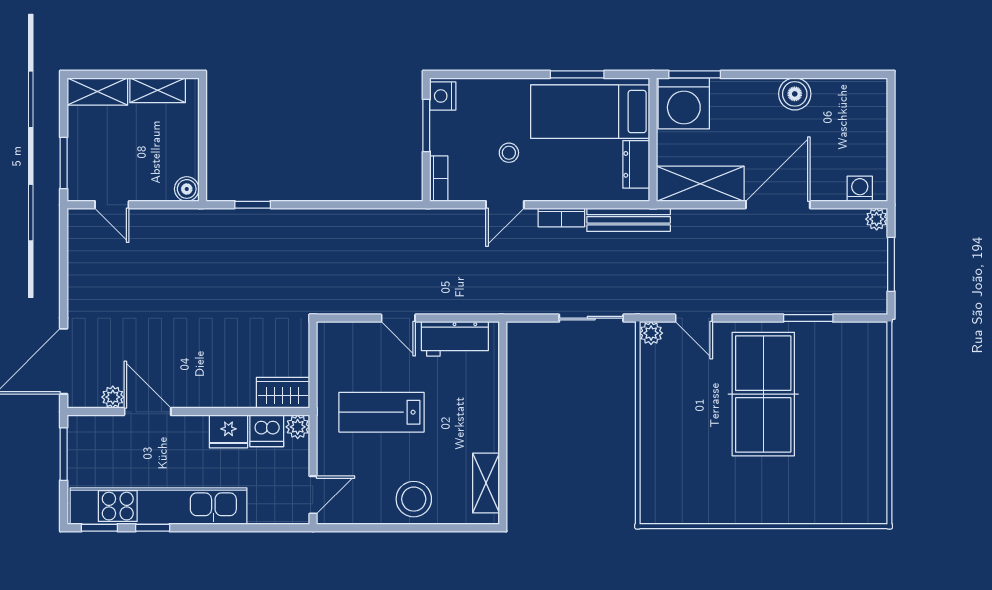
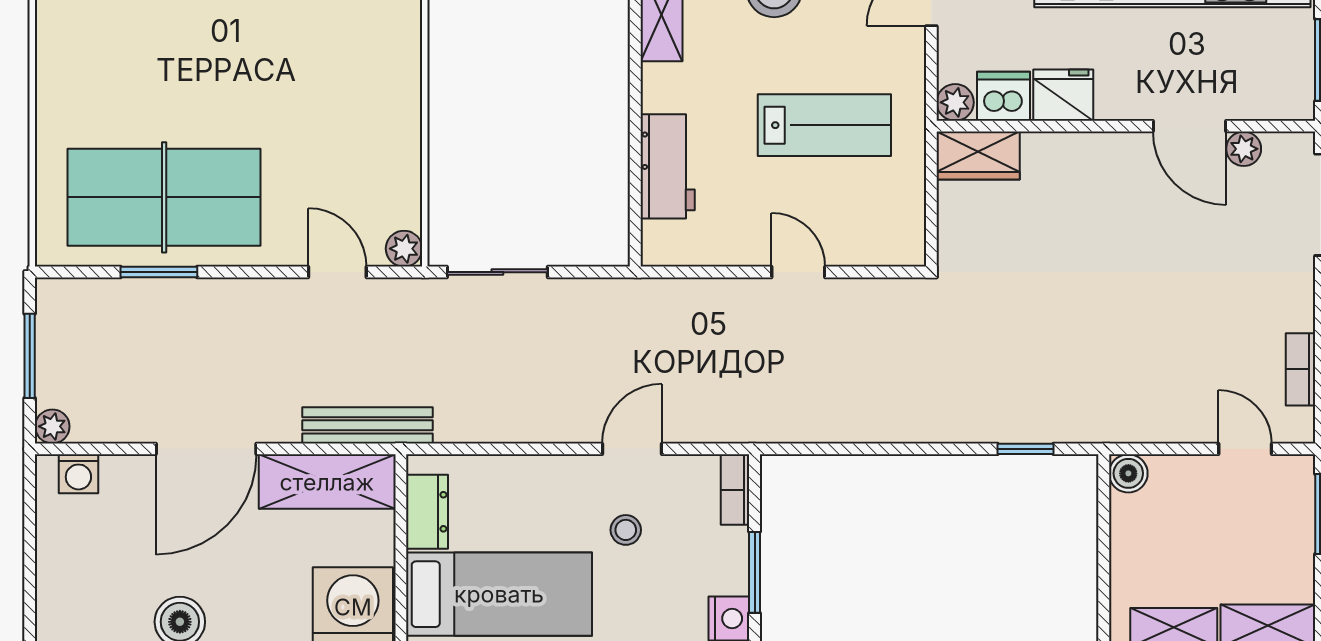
bookcase: (561, 217) -> (1301, 369), moved, turned -90
bench: (629, 220) -> (368, 425), moved
workbench: (455, 339) -> (668, 166), moved, turned 90
table tennis table: (763, 394) -> (164, 197), moved, turned 90

